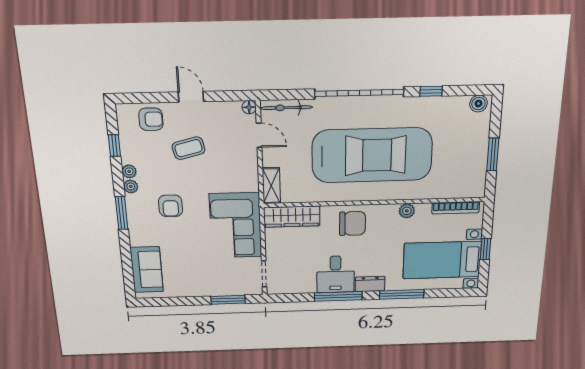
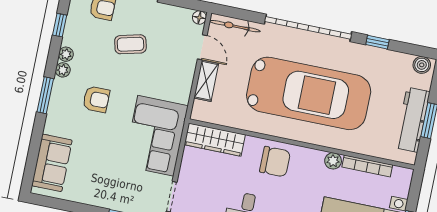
workbench: (477, 157) -> (412, 120), added
shelving: (271, 186) -> (206, 81), moved
armchair: (171, 206) -> (96, 99), turned -90
bookcase: (456, 208) -> (367, 166), moved

